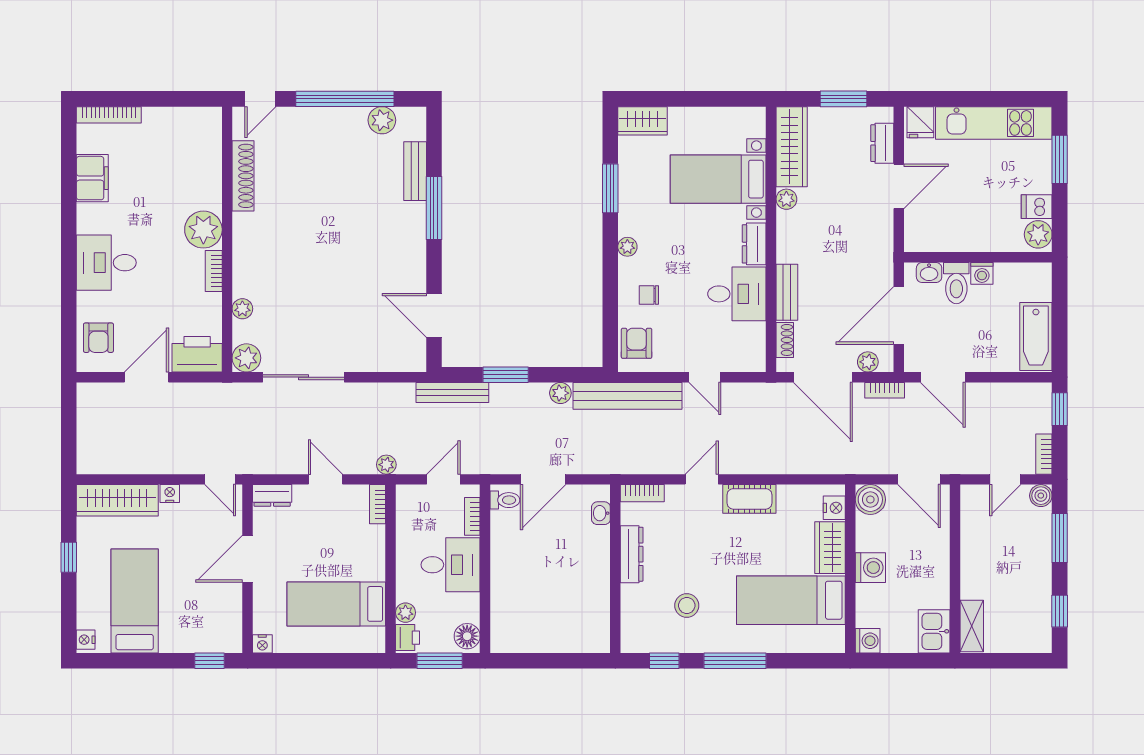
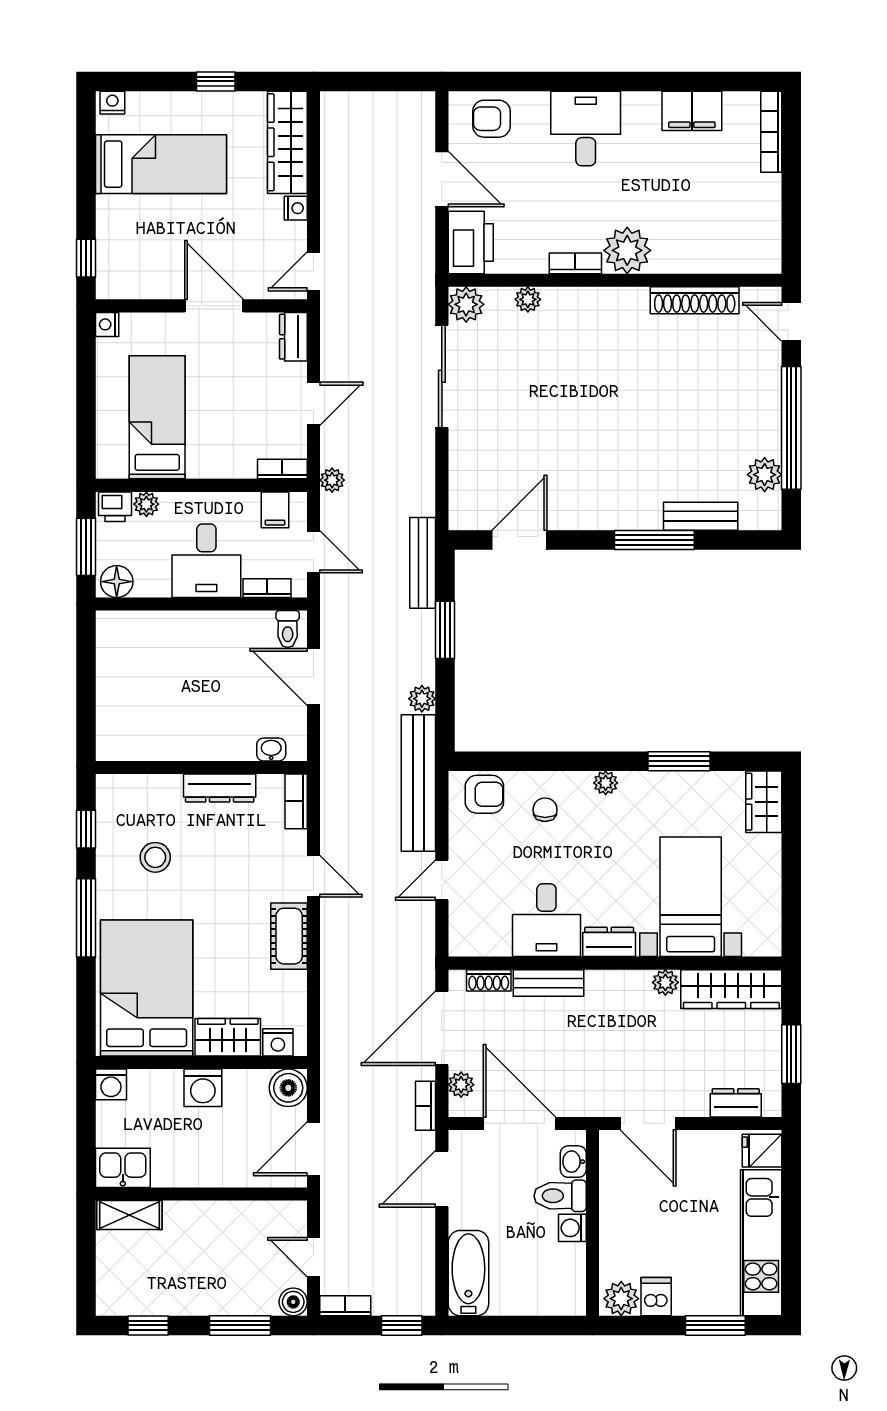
door: (899, 186) -> (648, 1123), moved
bathtub: (1036, 337) -> (468, 1273), moved, turned 90
filing cabinet: (410, 510) -> (275, 510), added
bed: (791, 600) -> (147, 988), width x1.50

